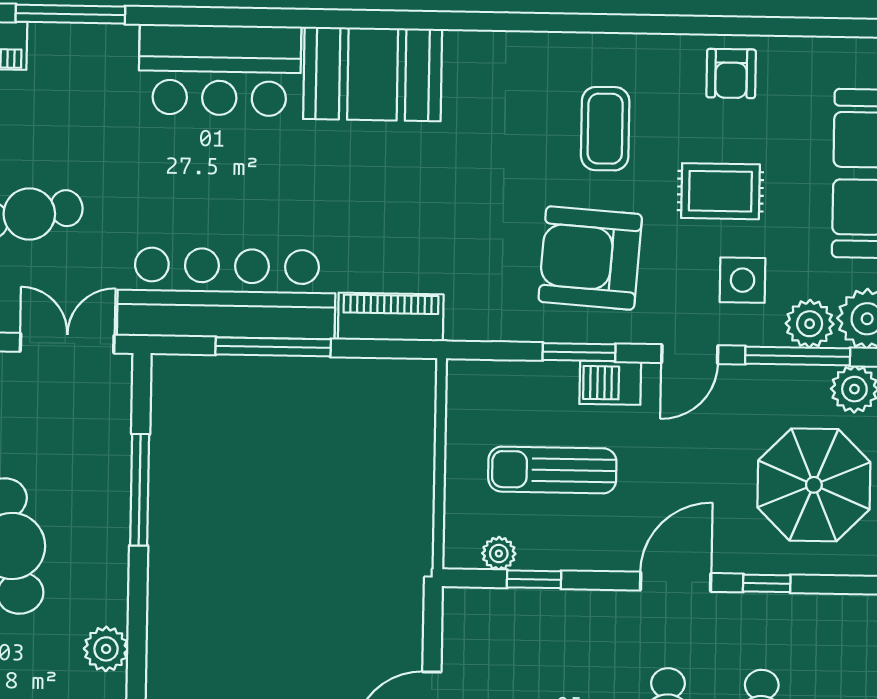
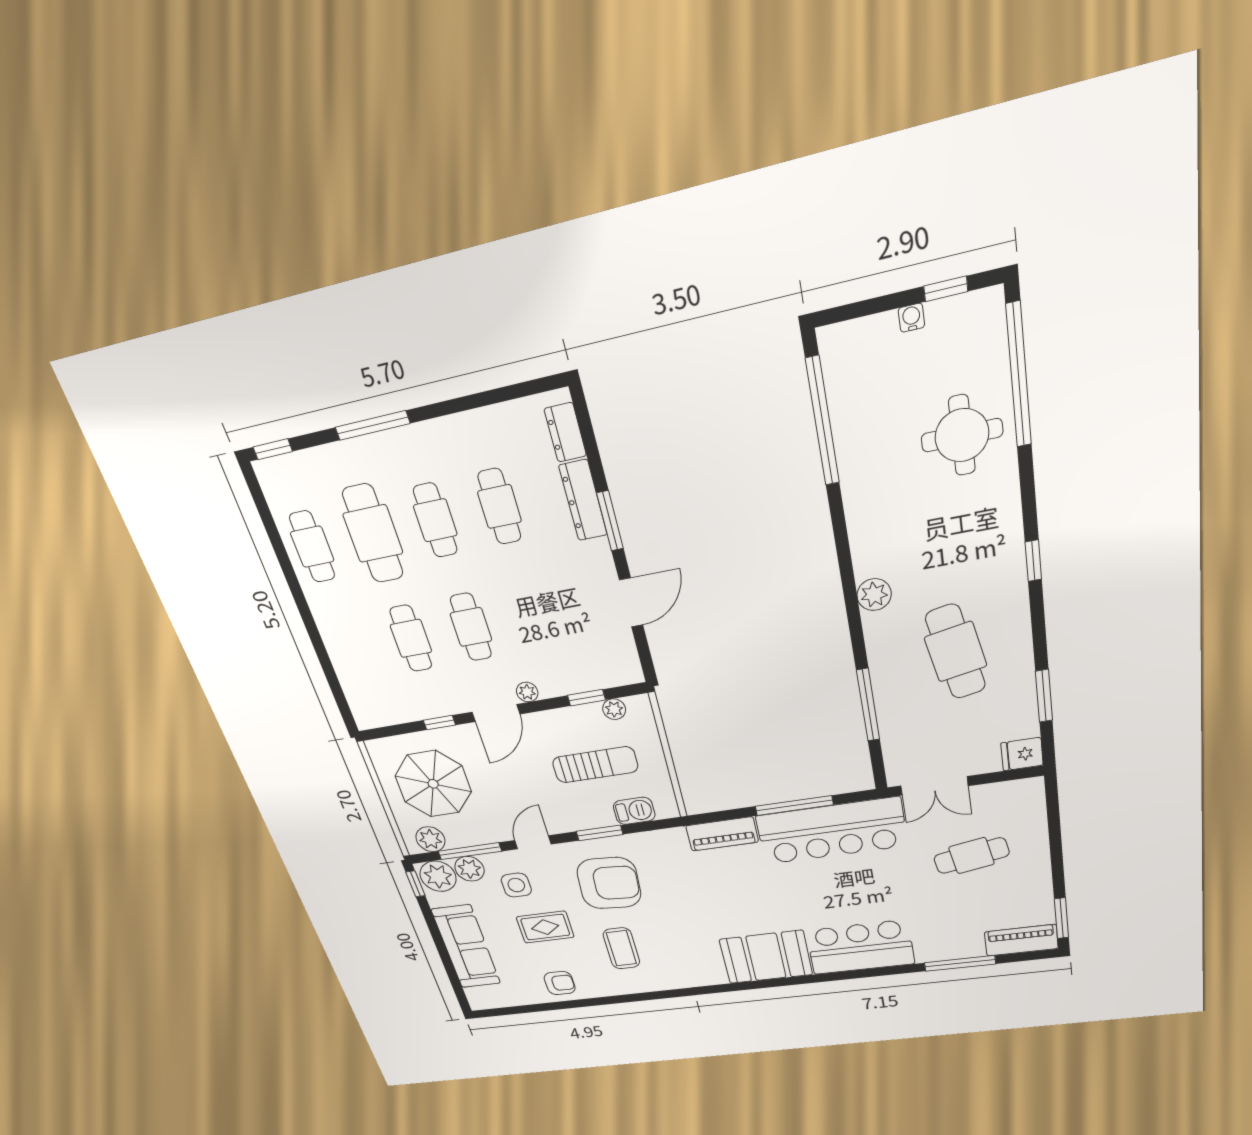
armchair: (731, 73) -> (560, 983), turned 90
barbecue: (610, 383) -> (634, 811), moved
plant: (618, 605) -> (527, 692), added

